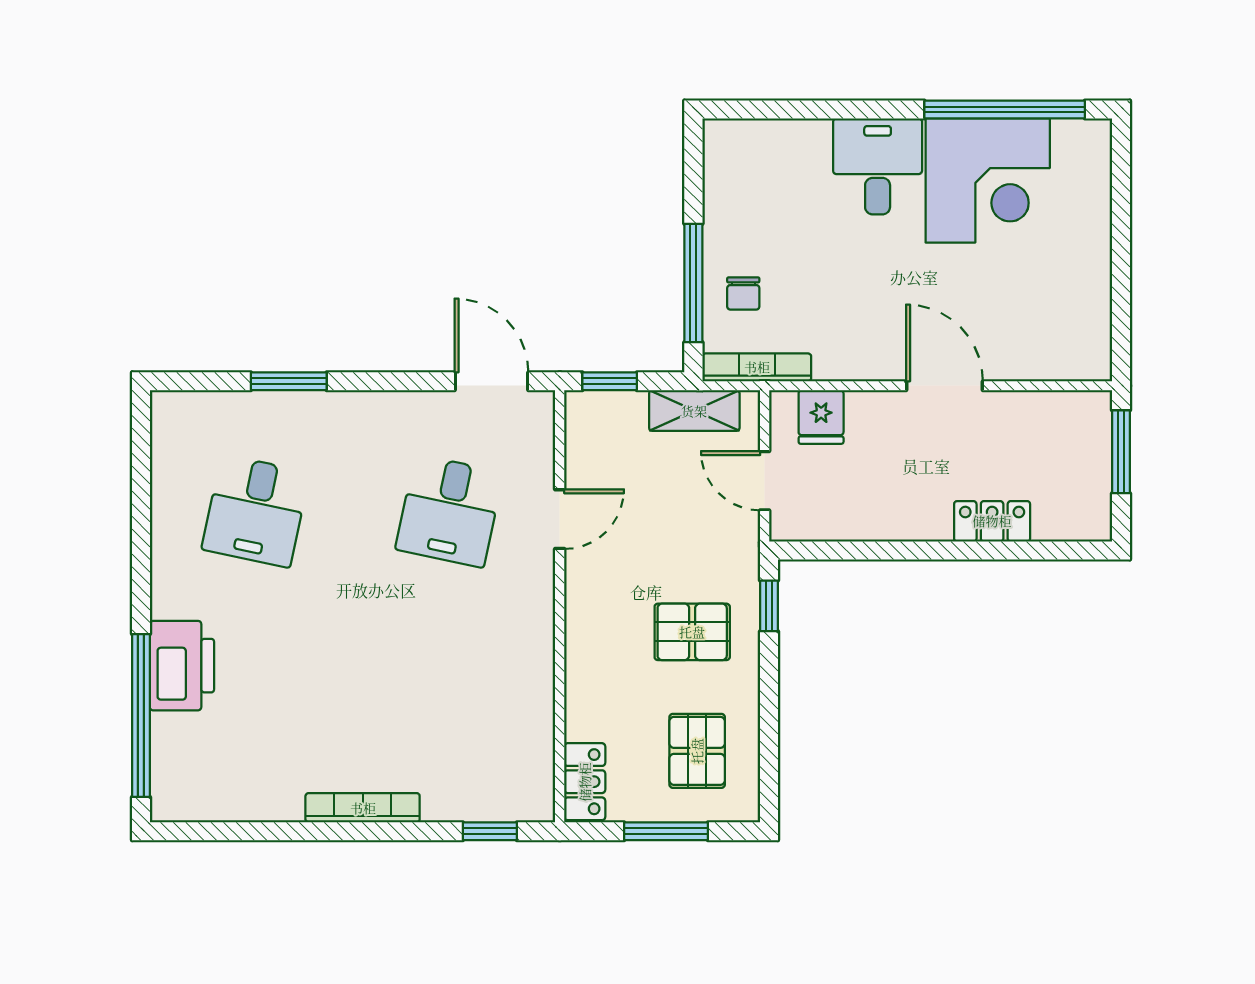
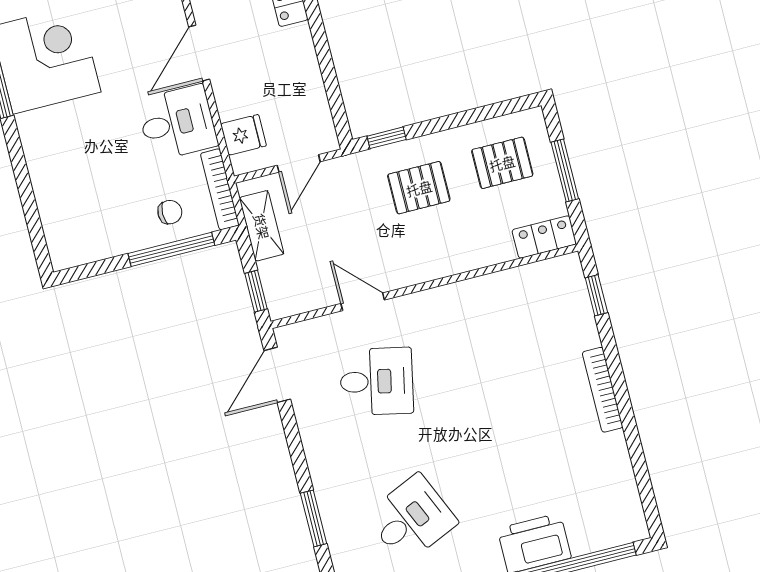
desk: (878, 166) -> (177, 123), moved, turned 180
desk: (256, 511) -> (411, 519), turned -36
pallet: (692, 632) -> (419, 188), turned 90

